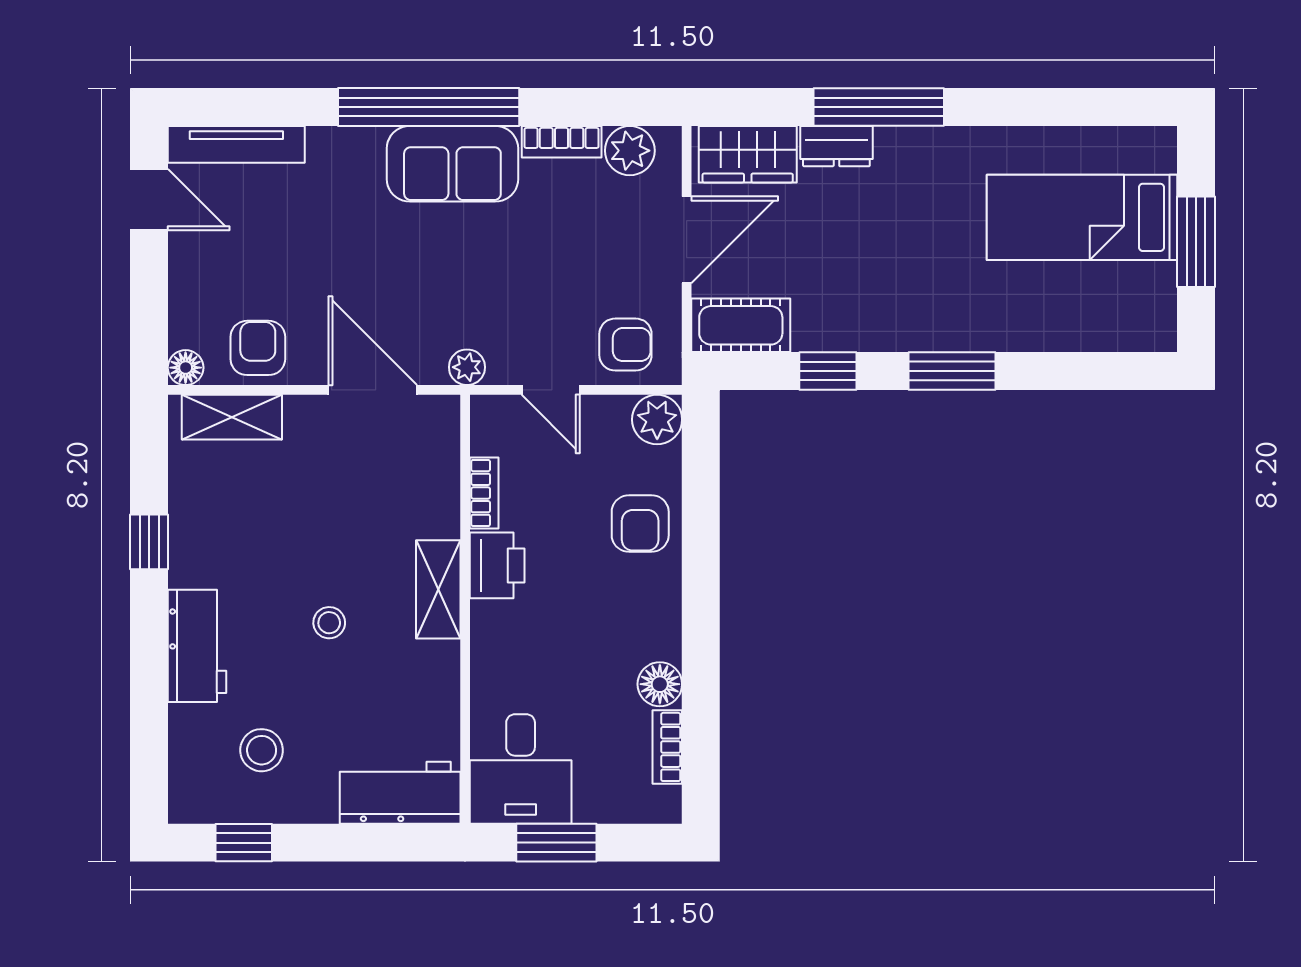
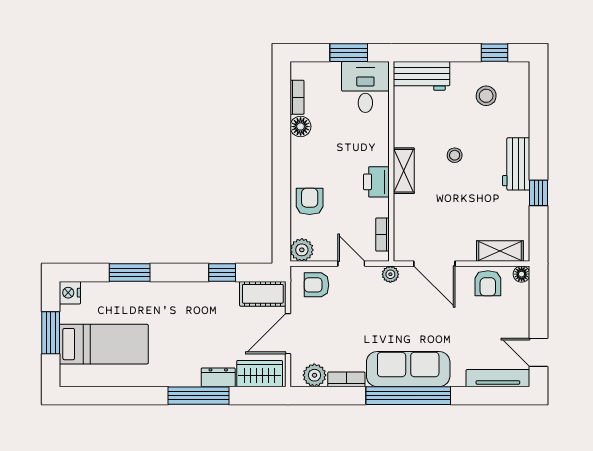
sofa: (452, 164) -> (408, 369), width x1.36
nightstand: (1155, 328) -> (70, 293), added
window: (952, 371) -> (130, 272), moved
bookcase: (484, 493) -> (382, 235), moved
workbench: (197, 646) -> (516, 164), moved

